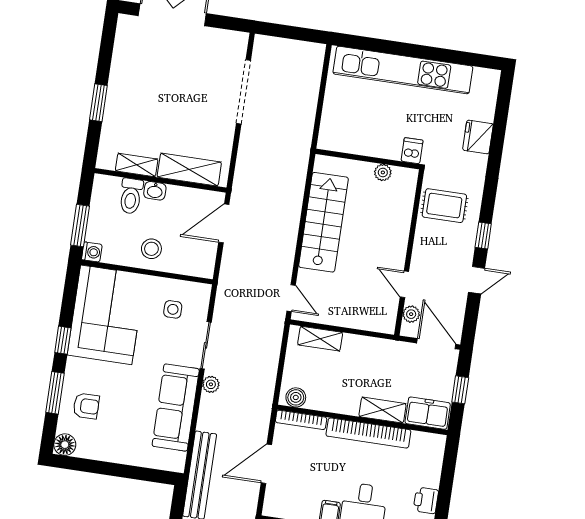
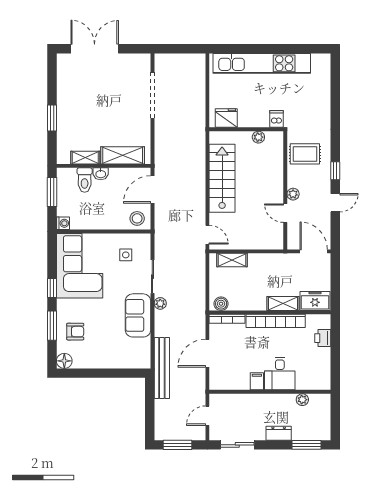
fridge: (478, 137) -> (226, 118), moved, turned 90
window: (80, 226) -> (52, 192), moved
stool: (151, 249) -> (137, 218), moved
plant: (411, 314) -> (293, 194), moved
window: (460, 390) -> (335, 281), removed
sofa: (176, 408) -> (138, 315), width x0.73
printer: (426, 500) -> (323, 338), moved

